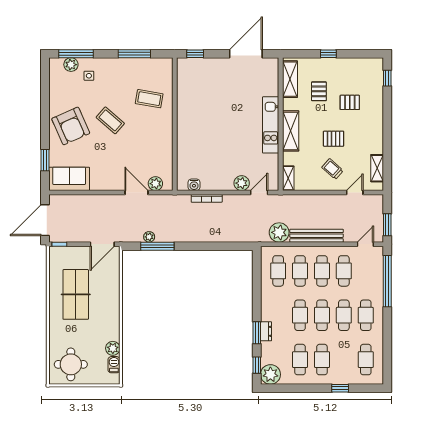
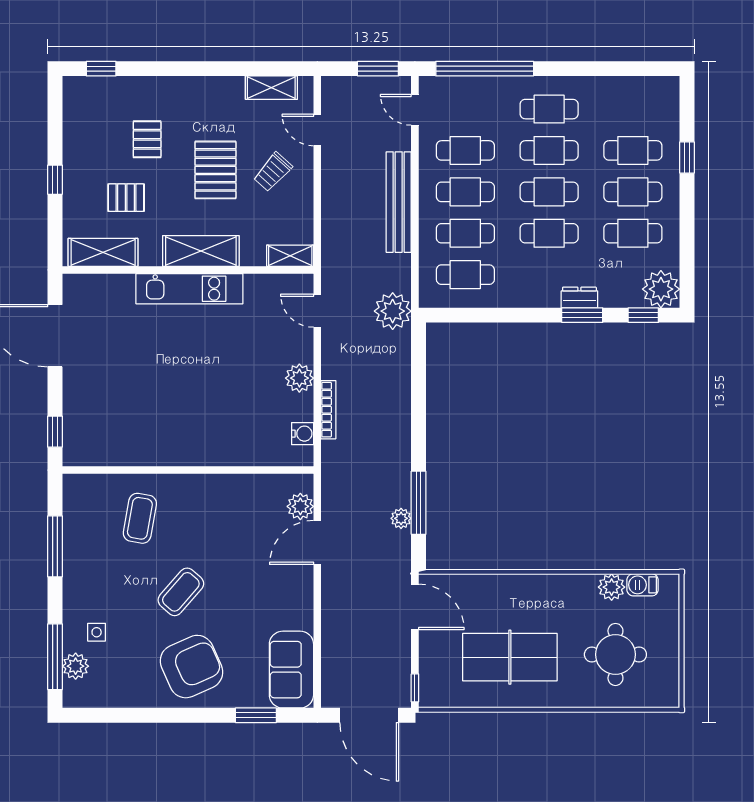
pallet: (334, 139) -> (215, 170), width x1.50, depth x1.42
plant: (242, 183) -> (299, 378), moved
plant: (279, 232) -> (393, 311), moved
cafe table: (366, 360) -> (633, 150), moved
round table: (71, 364) -> (615, 654), moved

